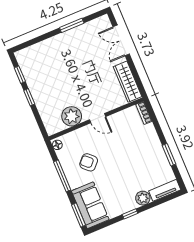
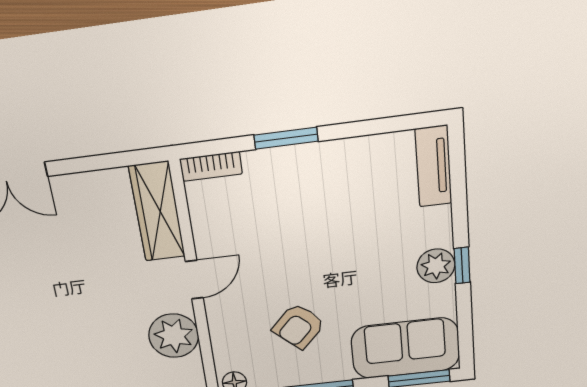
wardrobe: (127, 82) -> (157, 212), moved, turned 90
window: (169, 155) -> (286, 138), moved
plant: (143, 198) -> (436, 266), moved

